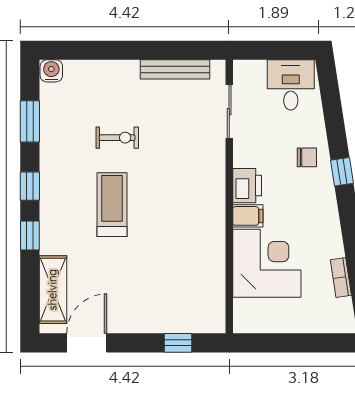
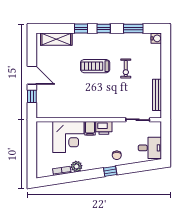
treadmill: (112, 205) -> (95, 66), turned 180
plant: (331, 245) -> (77, 166), added
door: (87, 343) -> (32, 75), moved

